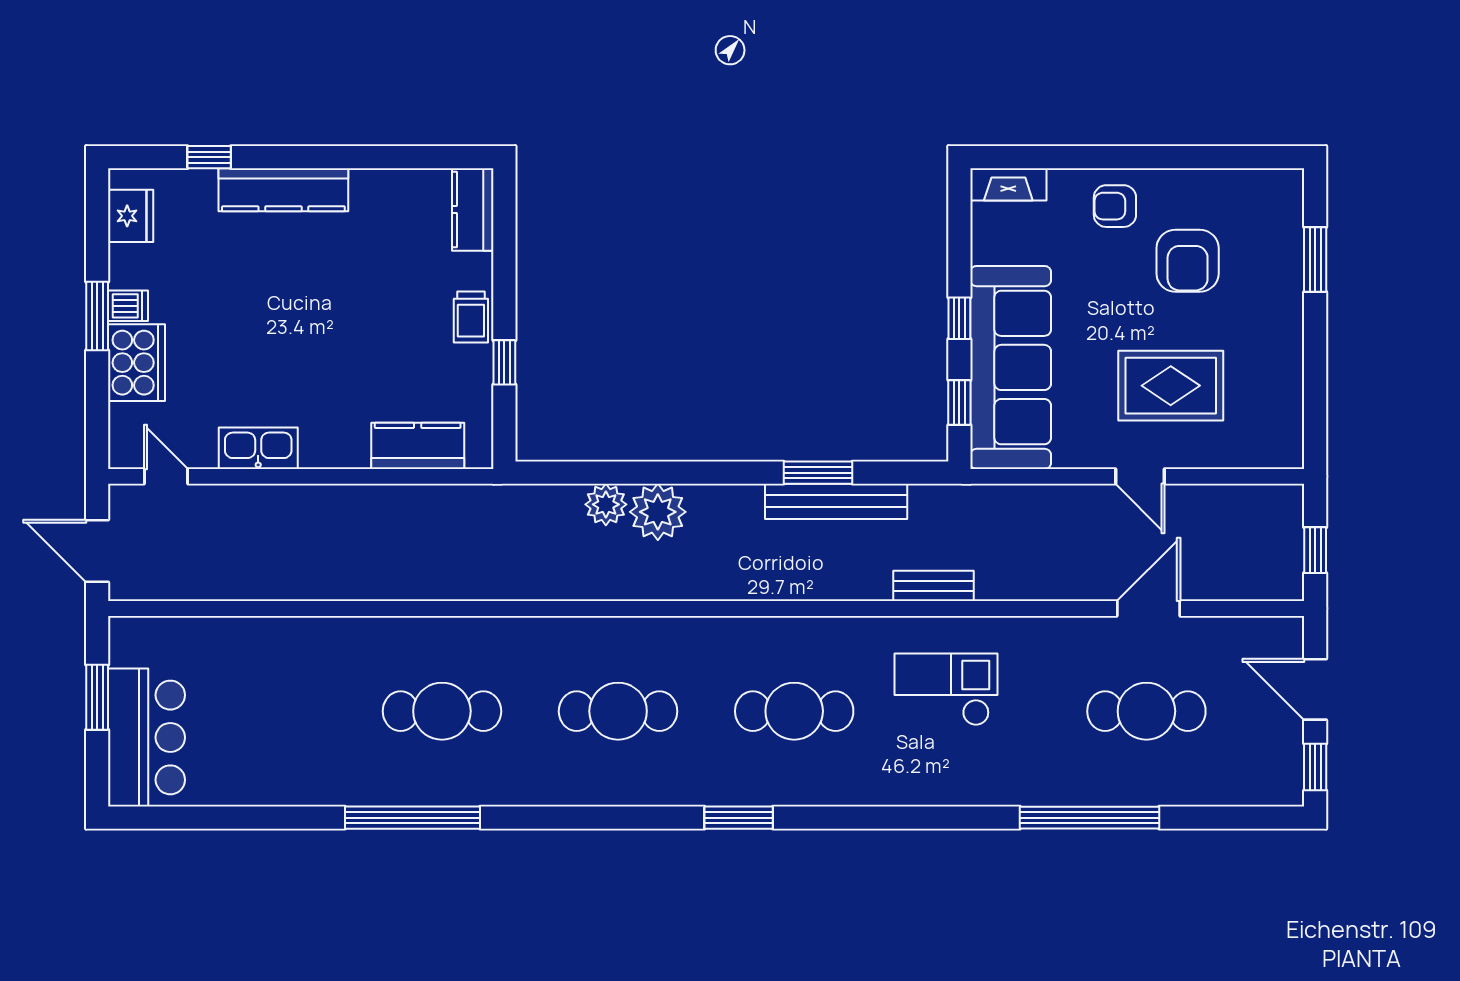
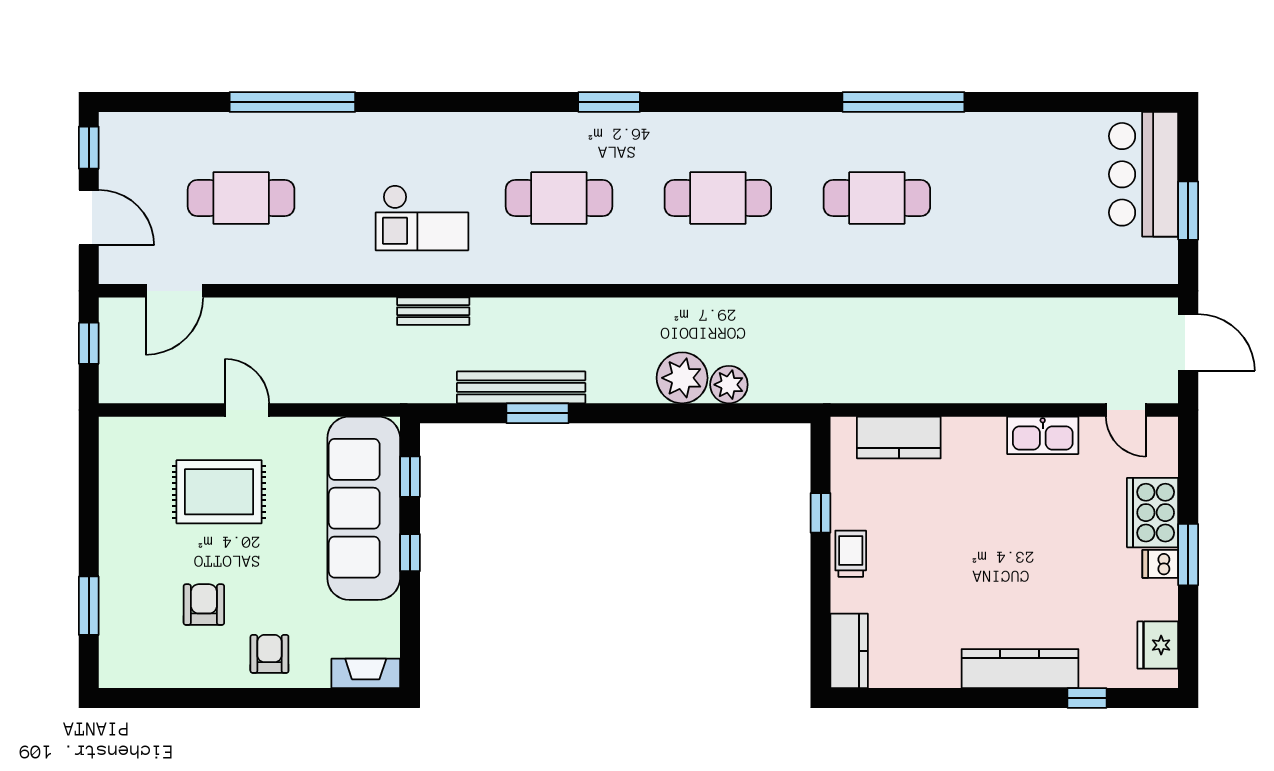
armchair: (1115, 206) -> (269, 654), turned -90
armchair: (1188, 261) -> (204, 605), width x0.72, depth x0.72
door: (1148, 608) -> (174, 291), moved

